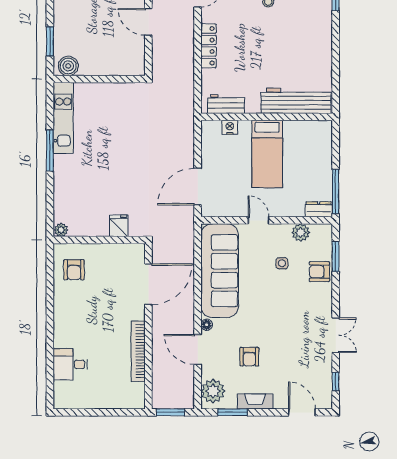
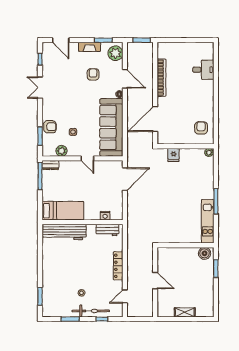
bed: (267, 154) -> (63, 211), moved, turned 90

